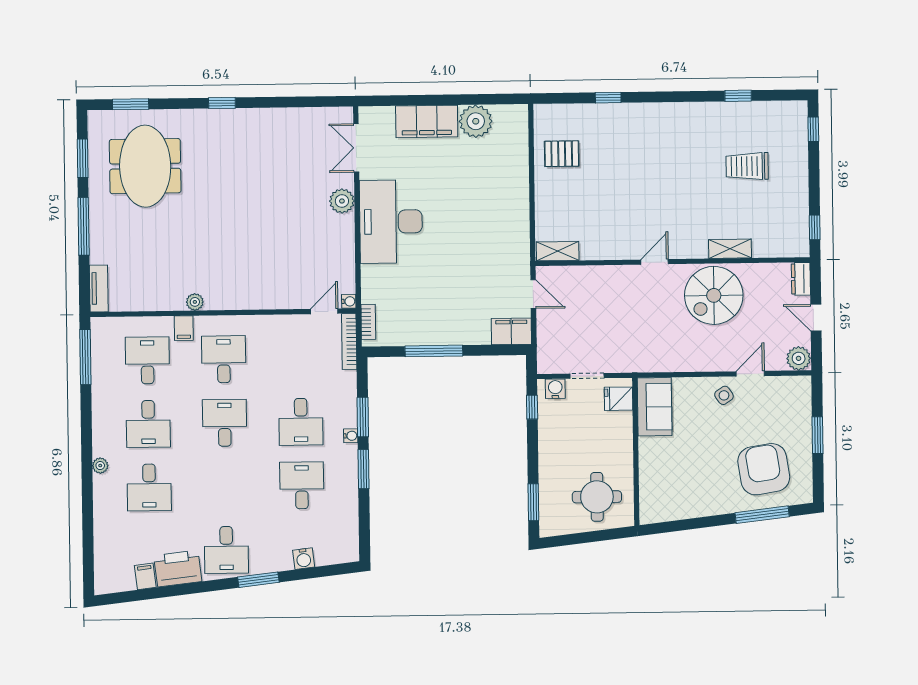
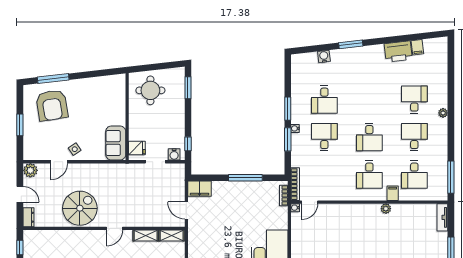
shelving: (730, 249) -> (146, 236), moved
desk: (226, 550) -> (369, 62), removed

